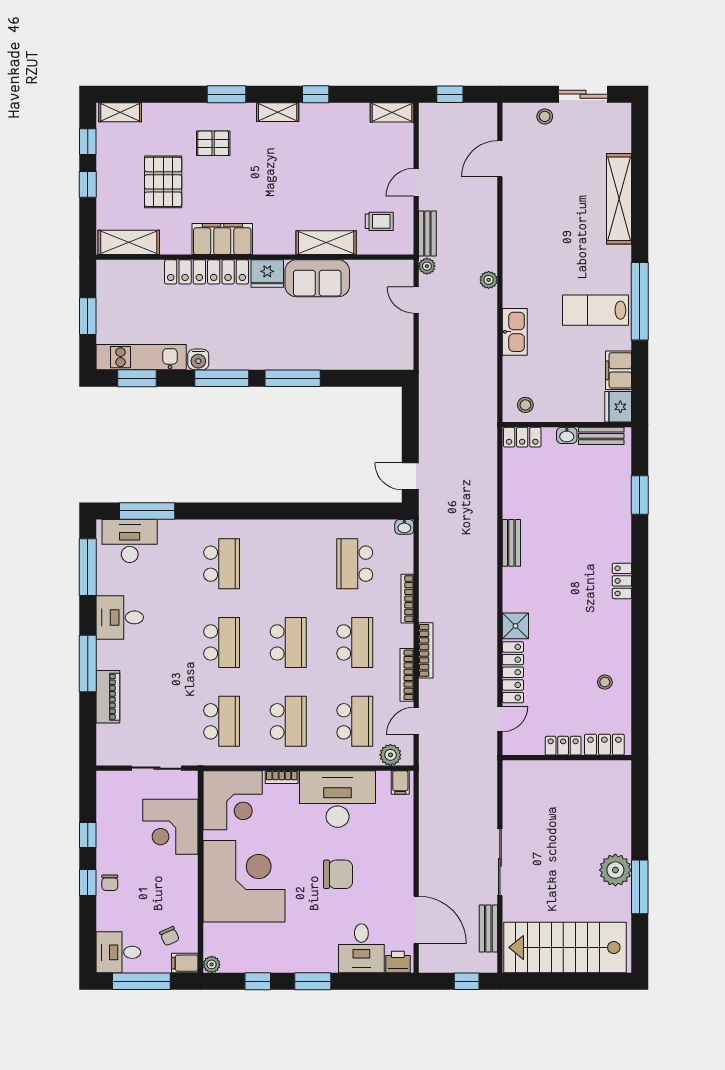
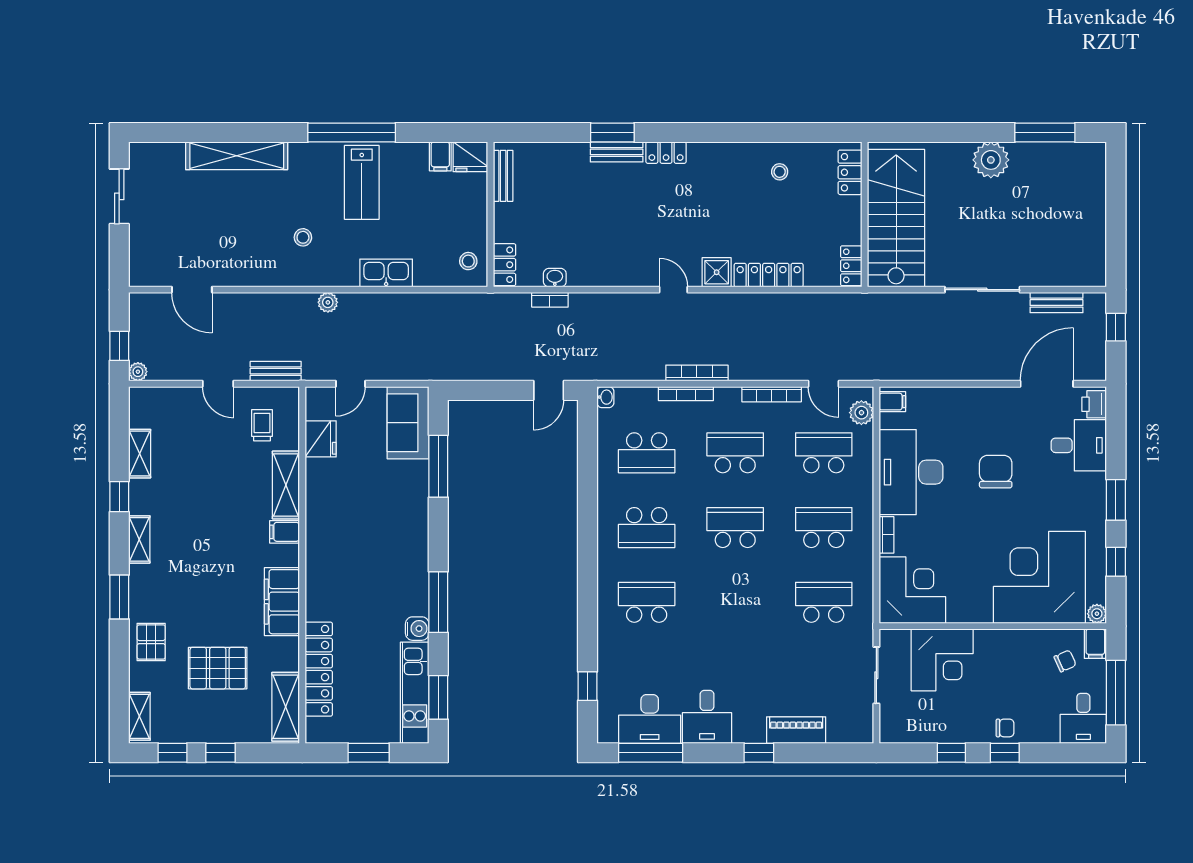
shelving: (392, 112) -> (140, 454), moved
stool: (545, 116) -> (303, 237), moved
pallet: (213, 143) -> (151, 642), moved
filing cabinet: (284, 241) -> (285, 532), added
plant: (427, 266) -> (138, 372), moved
locker: (207, 272) -> (319, 669), moved
fridge: (267, 274) -> (321, 439), moved
sofa: (317, 278) -> (408, 423), moved, turned 180
filing cabinet: (619, 370) -> (440, 156), width x0.50
window: (293, 378) -> (438, 466), moved
washbasin: (567, 435) -> (555, 278), moved, turned -90
bookcase: (491, 478) -> (550, 300), added
window: (640, 495) -> (612, 132), moved
window: (147, 511) -> (587, 686), width x0.46
desk: (130, 541) -> (650, 719), moved, turned -90
bench: (511, 543) -> (617, 152), moved
school desk: (222, 642) -> (647, 528), moved, turned 180
bookcase: (426, 650) -> (697, 373), moved
window: (88, 664) -> (759, 753), width x0.46
door: (500, 719) -> (673, 290), moved
locker: (563, 746) -> (851, 266), moved
corner desk: (244, 881) -> (1039, 577), moved
window: (640, 887) -> (1045, 132), moved
stairs: (565, 947) -> (896, 218), moved, turned 180

